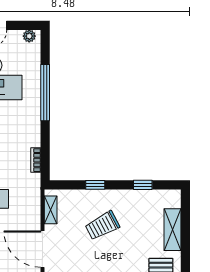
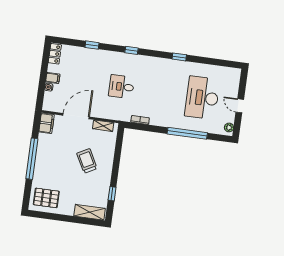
window: (95, 185) -> (117, 160), removed
shelving: (172, 230) -> (90, 212), moved

